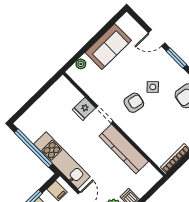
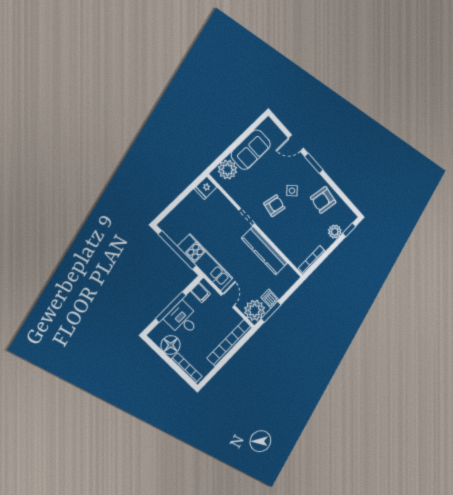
plant: (81, 64) -> (227, 170), width x1.88, depth x1.88
fridge: (84, 109) -> (205, 188), moved

